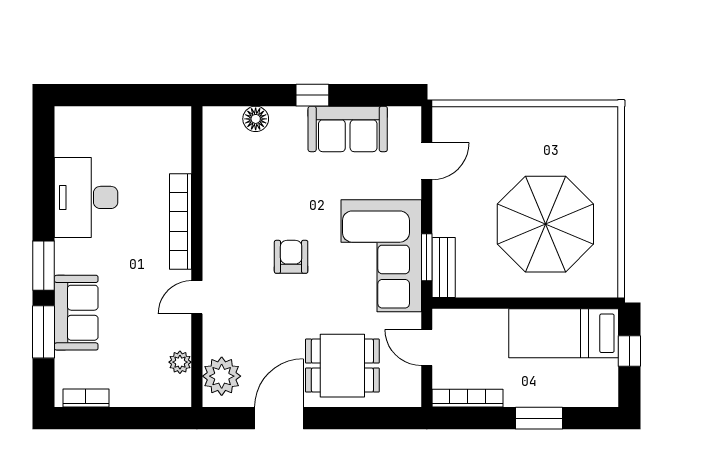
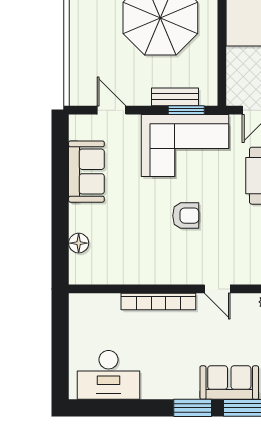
window: (312, 95) -> (60, 199), removed
desk: (86, 197) -> (108, 375), moved
armchair: (291, 257) -> (186, 216), turned 180
bench: (444, 268) -> (175, 97), moved

